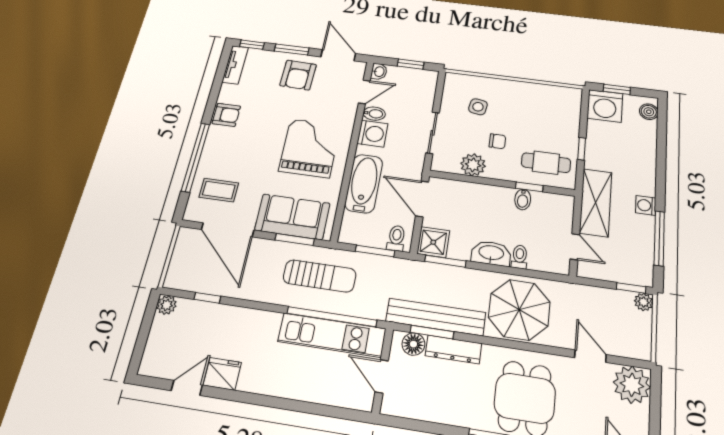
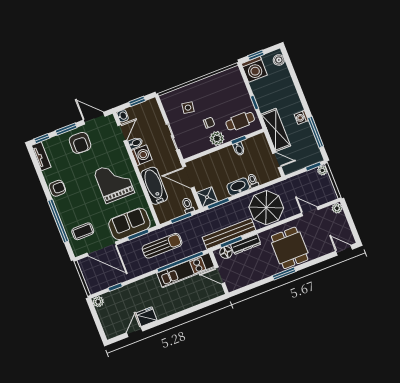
plant: (473, 165) -> (217, 138), moved
plant: (632, 385) -> (337, 208), width x0.53, depth x0.53

